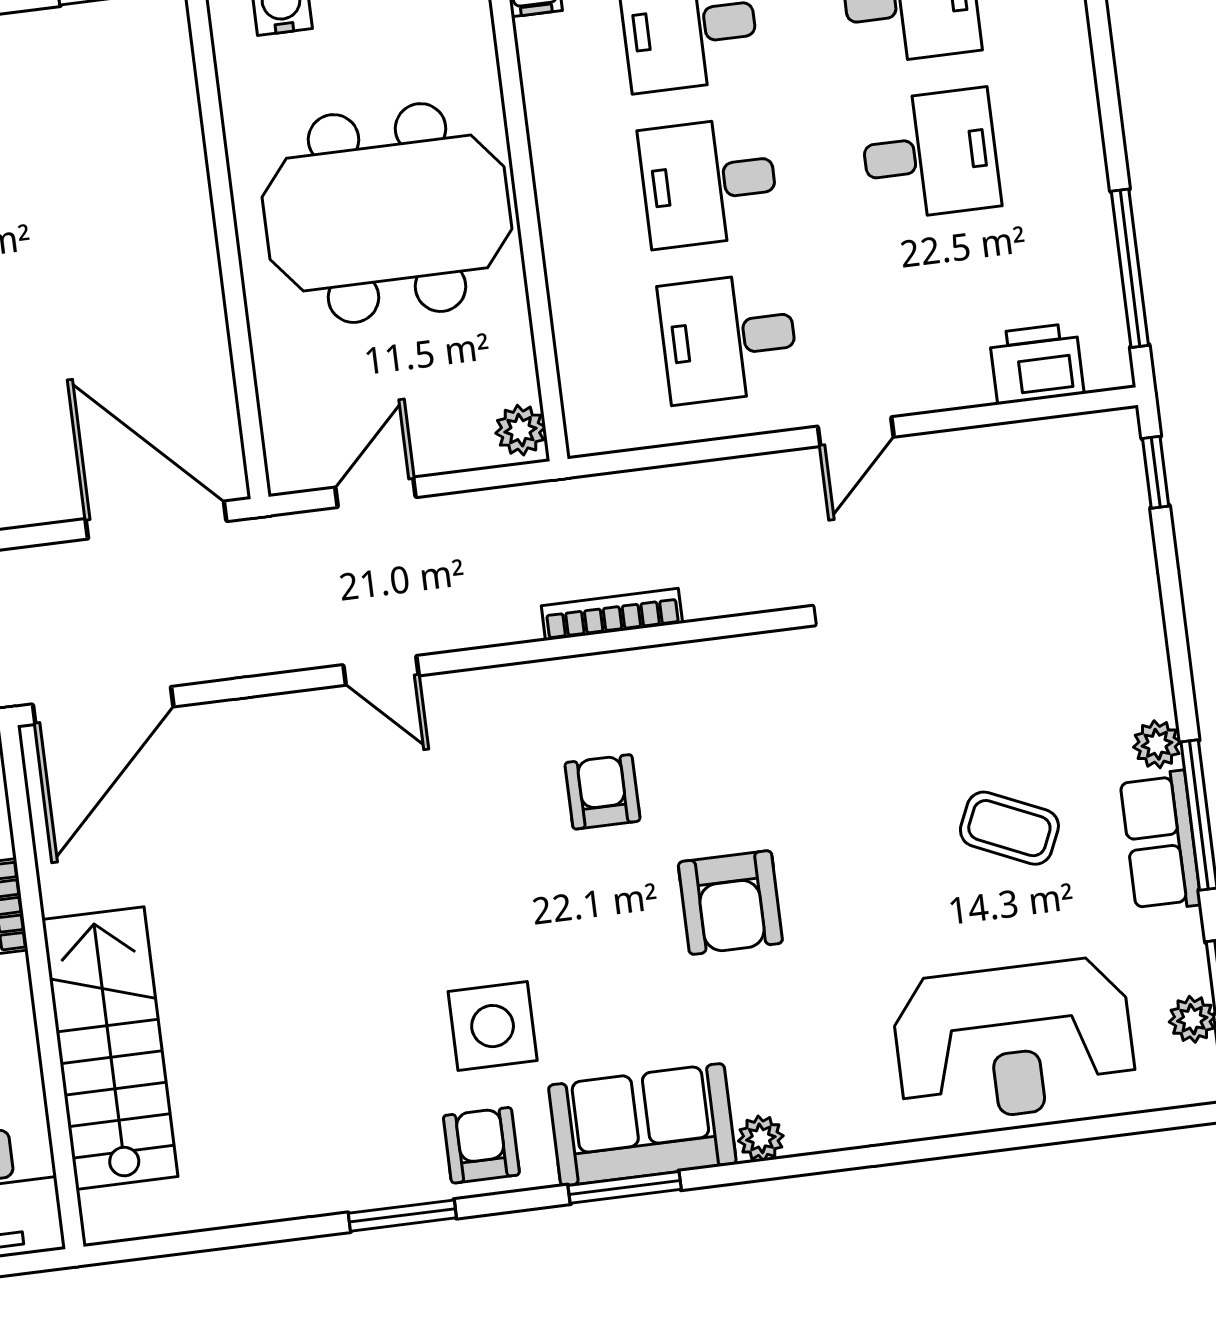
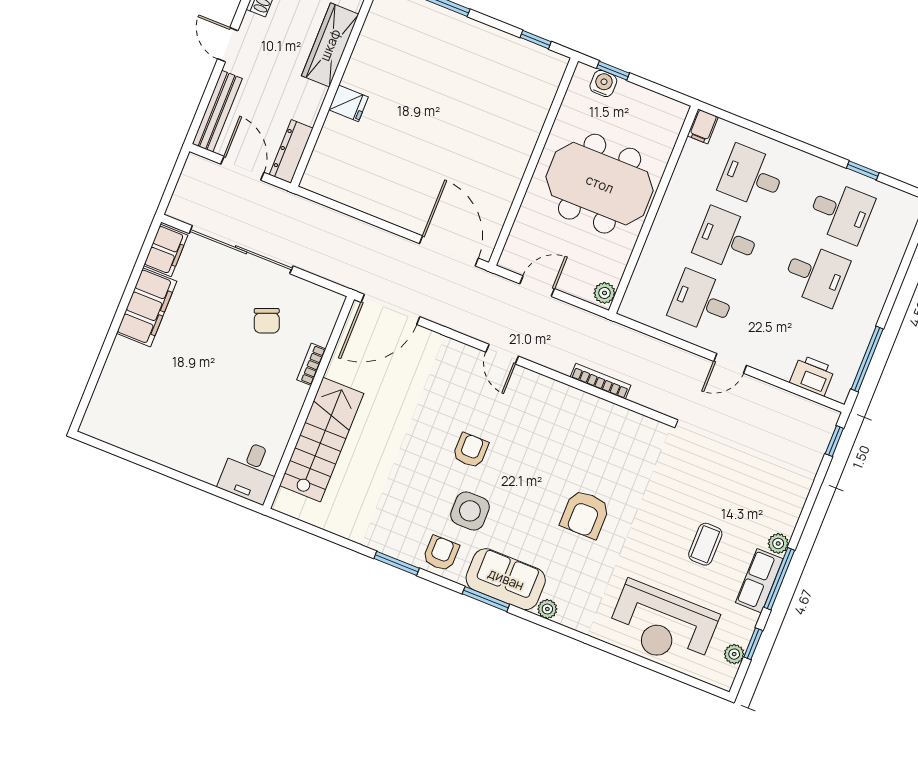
armchair: (602, 792) -> (471, 450), moved
coffee table: (1009, 828) -> (705, 544), turned 66

